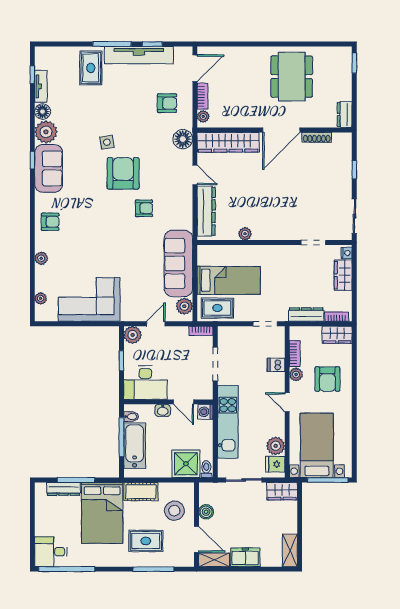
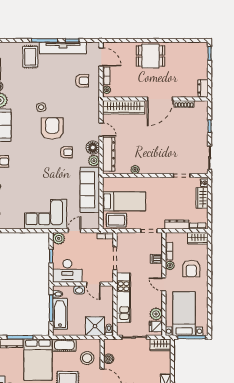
door: (195, 68) -> (101, 57), hinge flipped
dining table: (292, 77) -> (151, 56), moved, width x0.73
floor lamp: (183, 139) -> (93, 148), moved
corner sofa: (89, 299) -> (46, 214), moved
plant: (184, 306) -> (94, 161), moved
washing machine: (205, 412) -> (108, 291), removed

